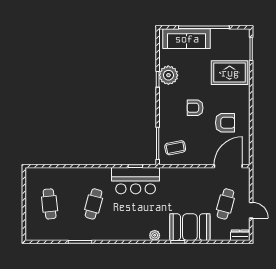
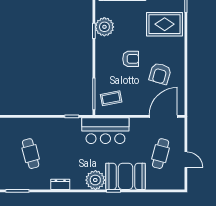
armchair: (195, 108) -> (131, 59), turned 180
armchair: (225, 123) -> (160, 74), turned 106
bar counter: (136, 181) -> (105, 131), moved
cafe table: (94, 204) -> (31, 154), turned -30
plant: (155, 235) -> (95, 180), width x1.87, depth x1.87
dresser: (240, 235) -> (60, 184), moved

